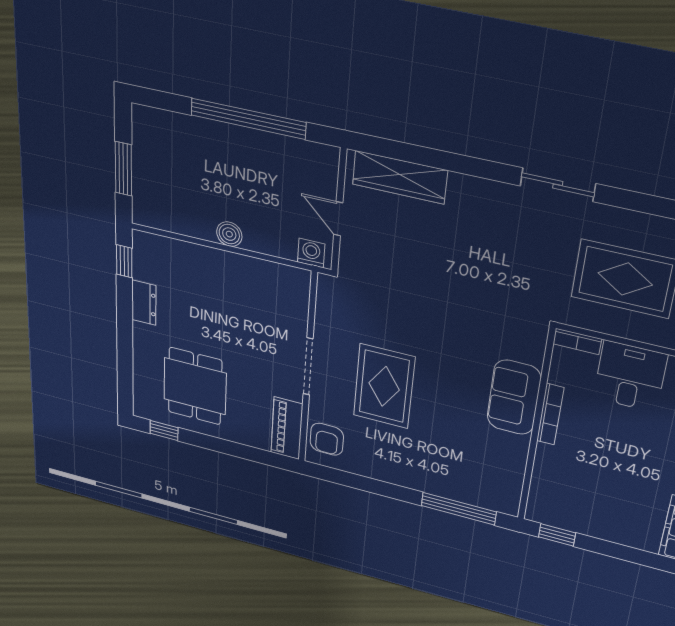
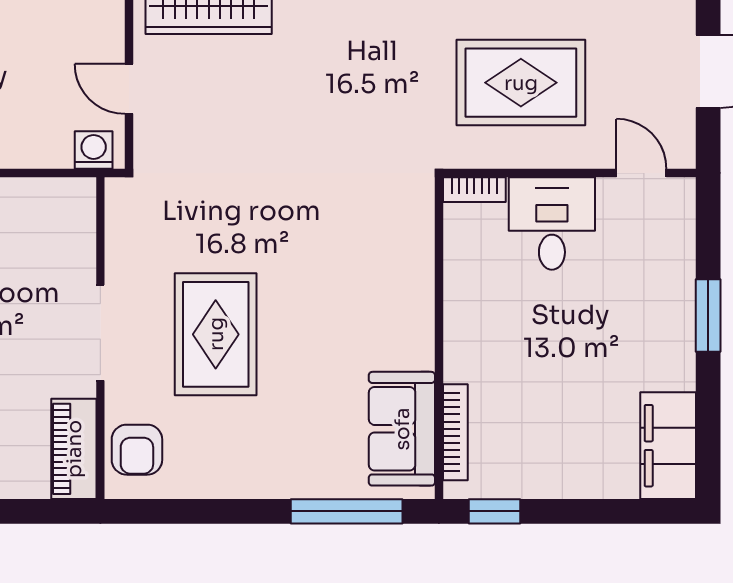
sofa: (514, 397) -> (402, 429), moved
bookcase: (550, 414) -> (455, 432), moved

